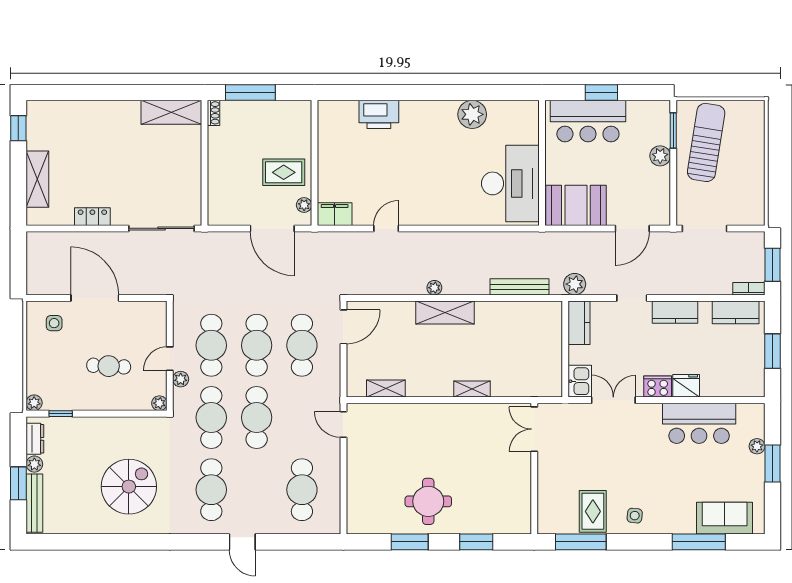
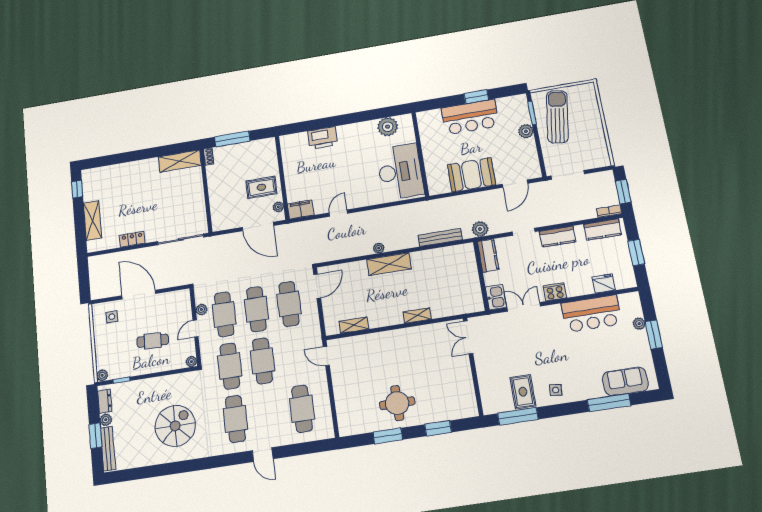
wall: (542, 163) -> (420, 154), moved
desk: (510, 183) -> (400, 172), moved
plant: (181, 379) -> (201, 309), moved
fridge: (686, 386) -> (604, 284), moved

